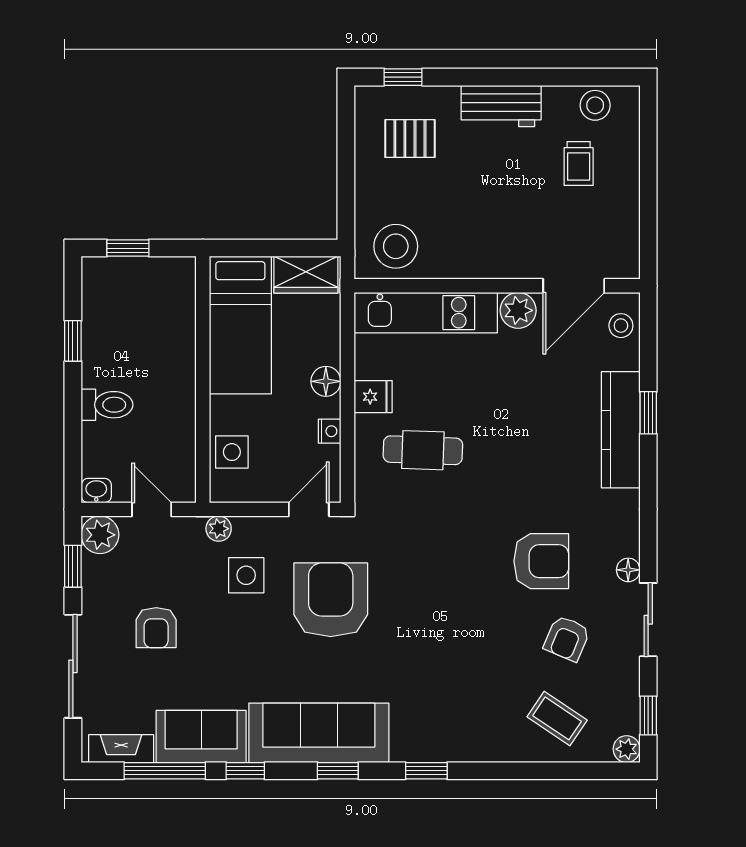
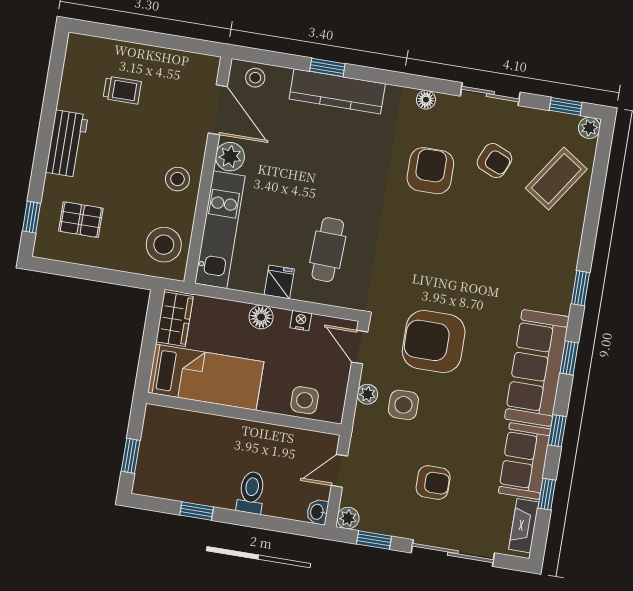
stool: (595, 105) -> (177, 179), moved
pallet: (410, 139) -> (81, 220), turned 90
plant: (219, 529) -> (367, 394), moved
plant: (100, 535) -> (348, 518), width x0.73, depth x0.73
floor lamp: (628, 570) -> (426, 100), moved
coffee table: (557, 718) -> (556, 179), width x1.36, depth x1.30
window: (165, 771) -> (547, 494), width x0.46

